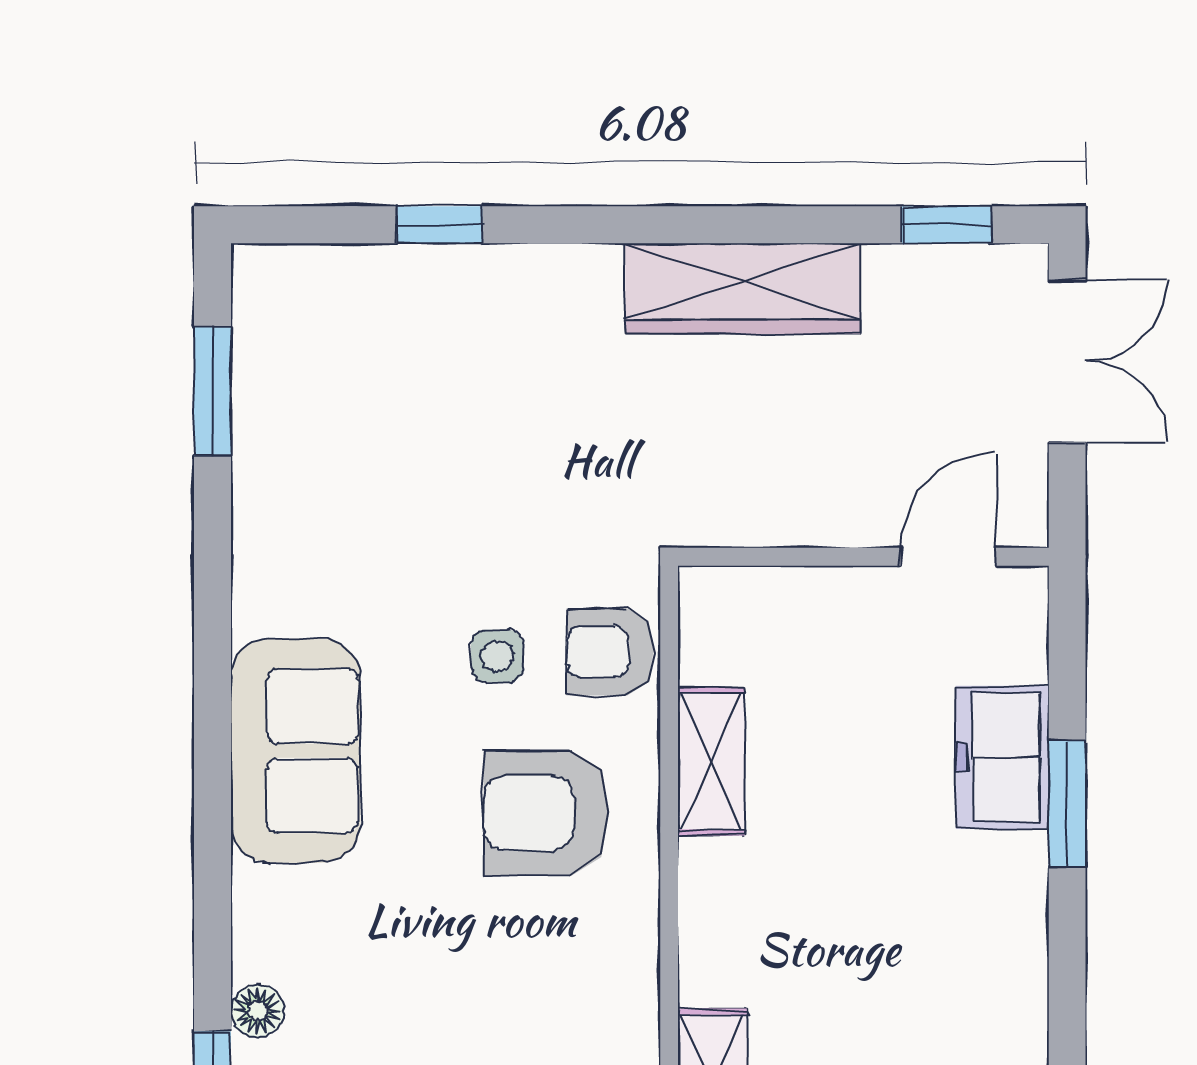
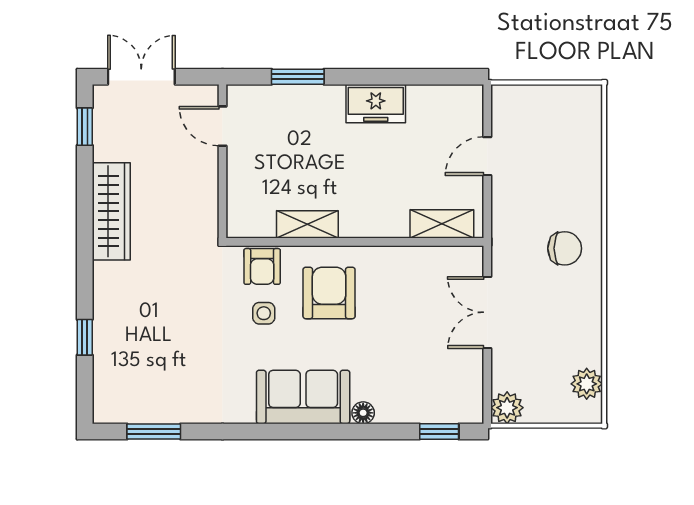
freezer: (1002, 757) -> (376, 104), moved
window: (1067, 804) -> (298, 77), moved
armchair: (546, 813) -> (329, 293), turned 180
floor lamp: (257, 1011) -> (363, 413), moved

